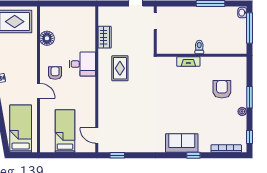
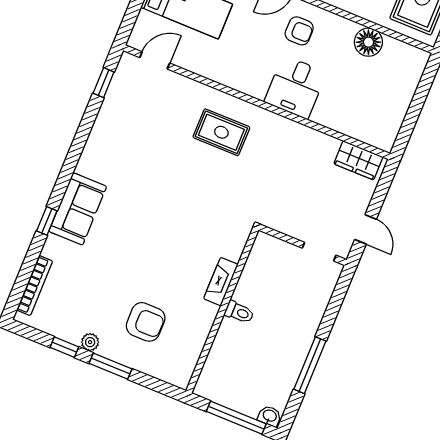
wardrobe: (105, 37) -> (358, 160), moved
rug: (120, 68) -> (221, 132), moved
window: (250, 137) -> (64, 347), moved

